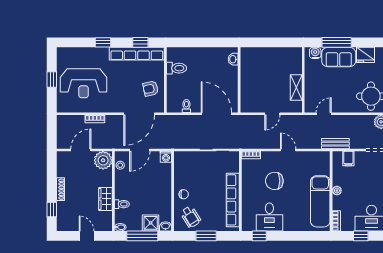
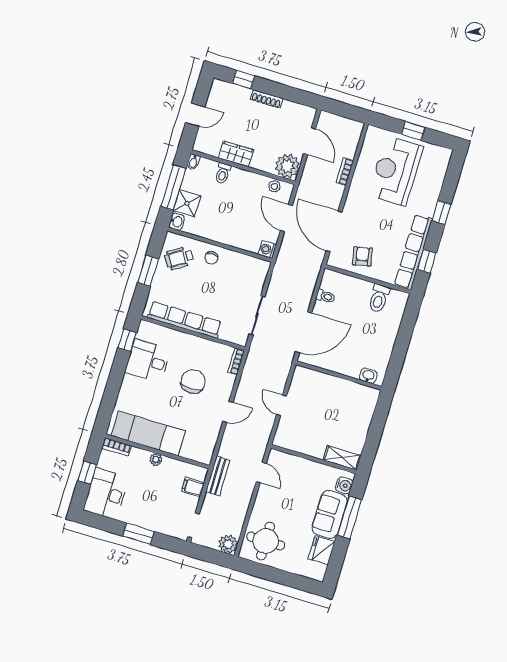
shelving: (296, 88) -> (342, 458), moved

